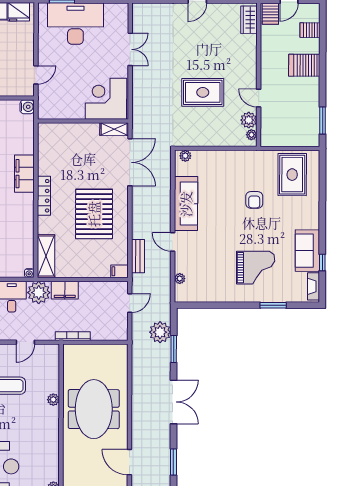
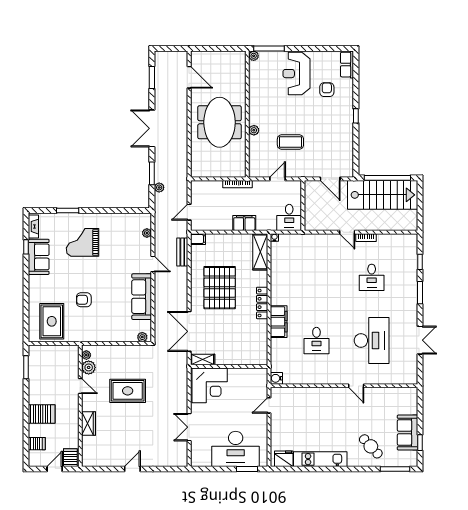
wardrobe: (249, 20) -> (89, 423), moved
armchair: (254, 200) -> (84, 300), turned -90
plant: (39, 293) -> (266, 221), removed
plant: (160, 332) -> (159, 187), width x0.53, depth x0.53

